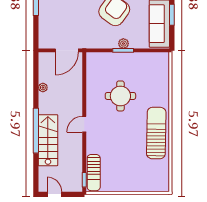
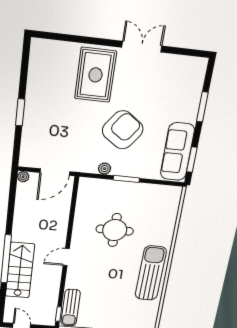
window: (172, 15) -> (192, 160), moved
plant: (123, 44) -> (105, 169), moved
plant: (43, 88) -> (23, 177), moved

